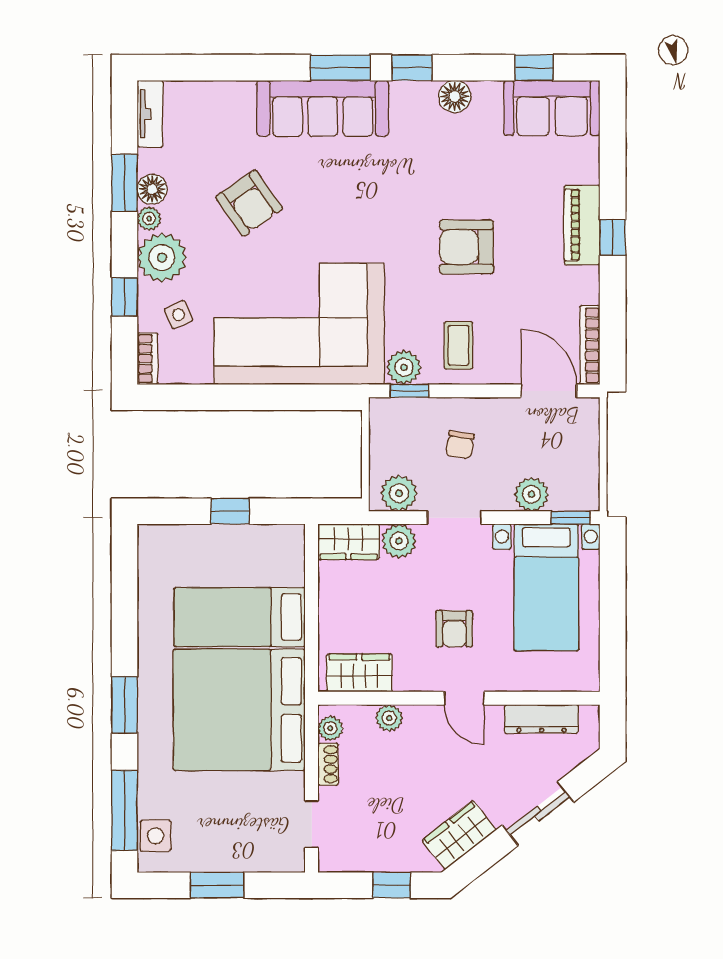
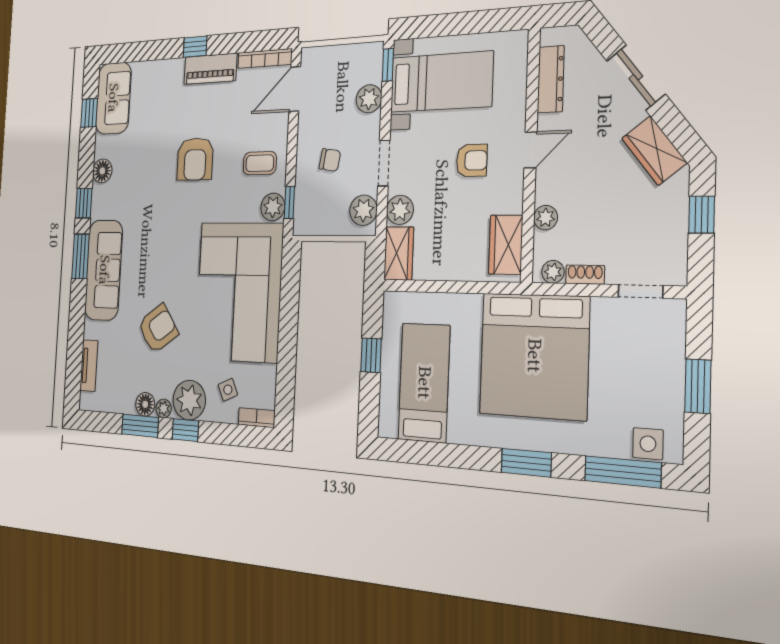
tv unit: (150, 114) -> (89, 366), moved, turned 90
piano: (582, 225) -> (210, 69), moved
window: (125, 297) -> (185, 430), moved
bed: (240, 617) -> (424, 383), moved, turned 180

